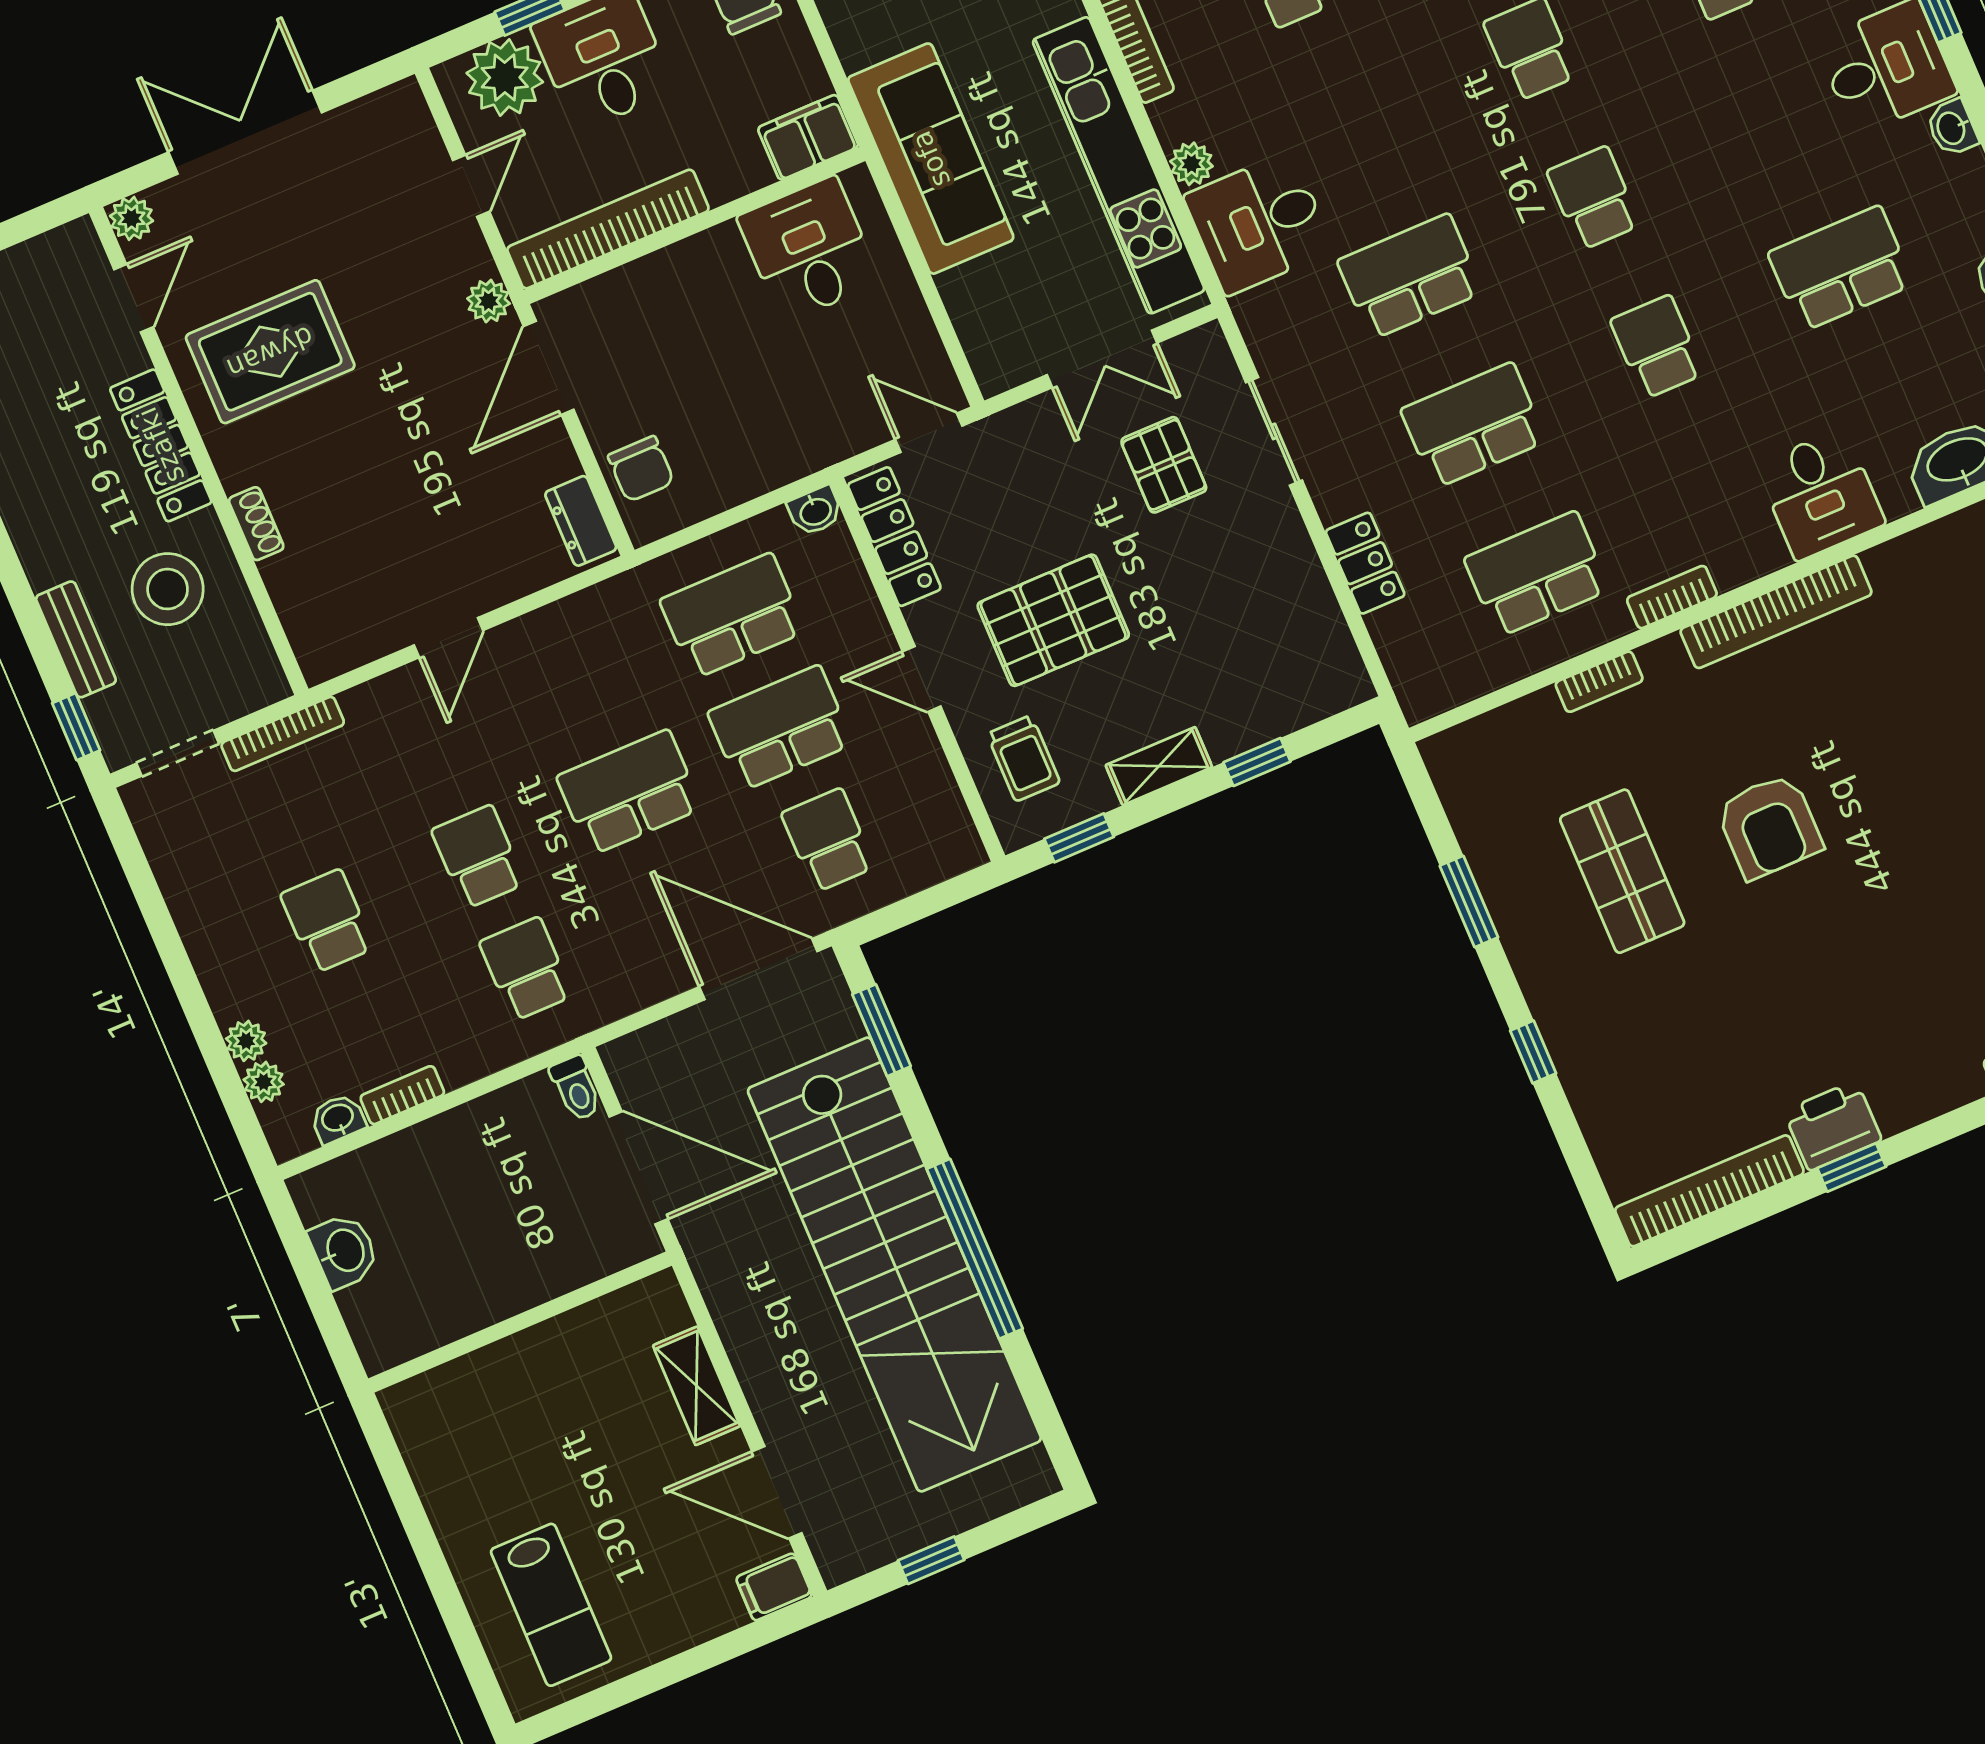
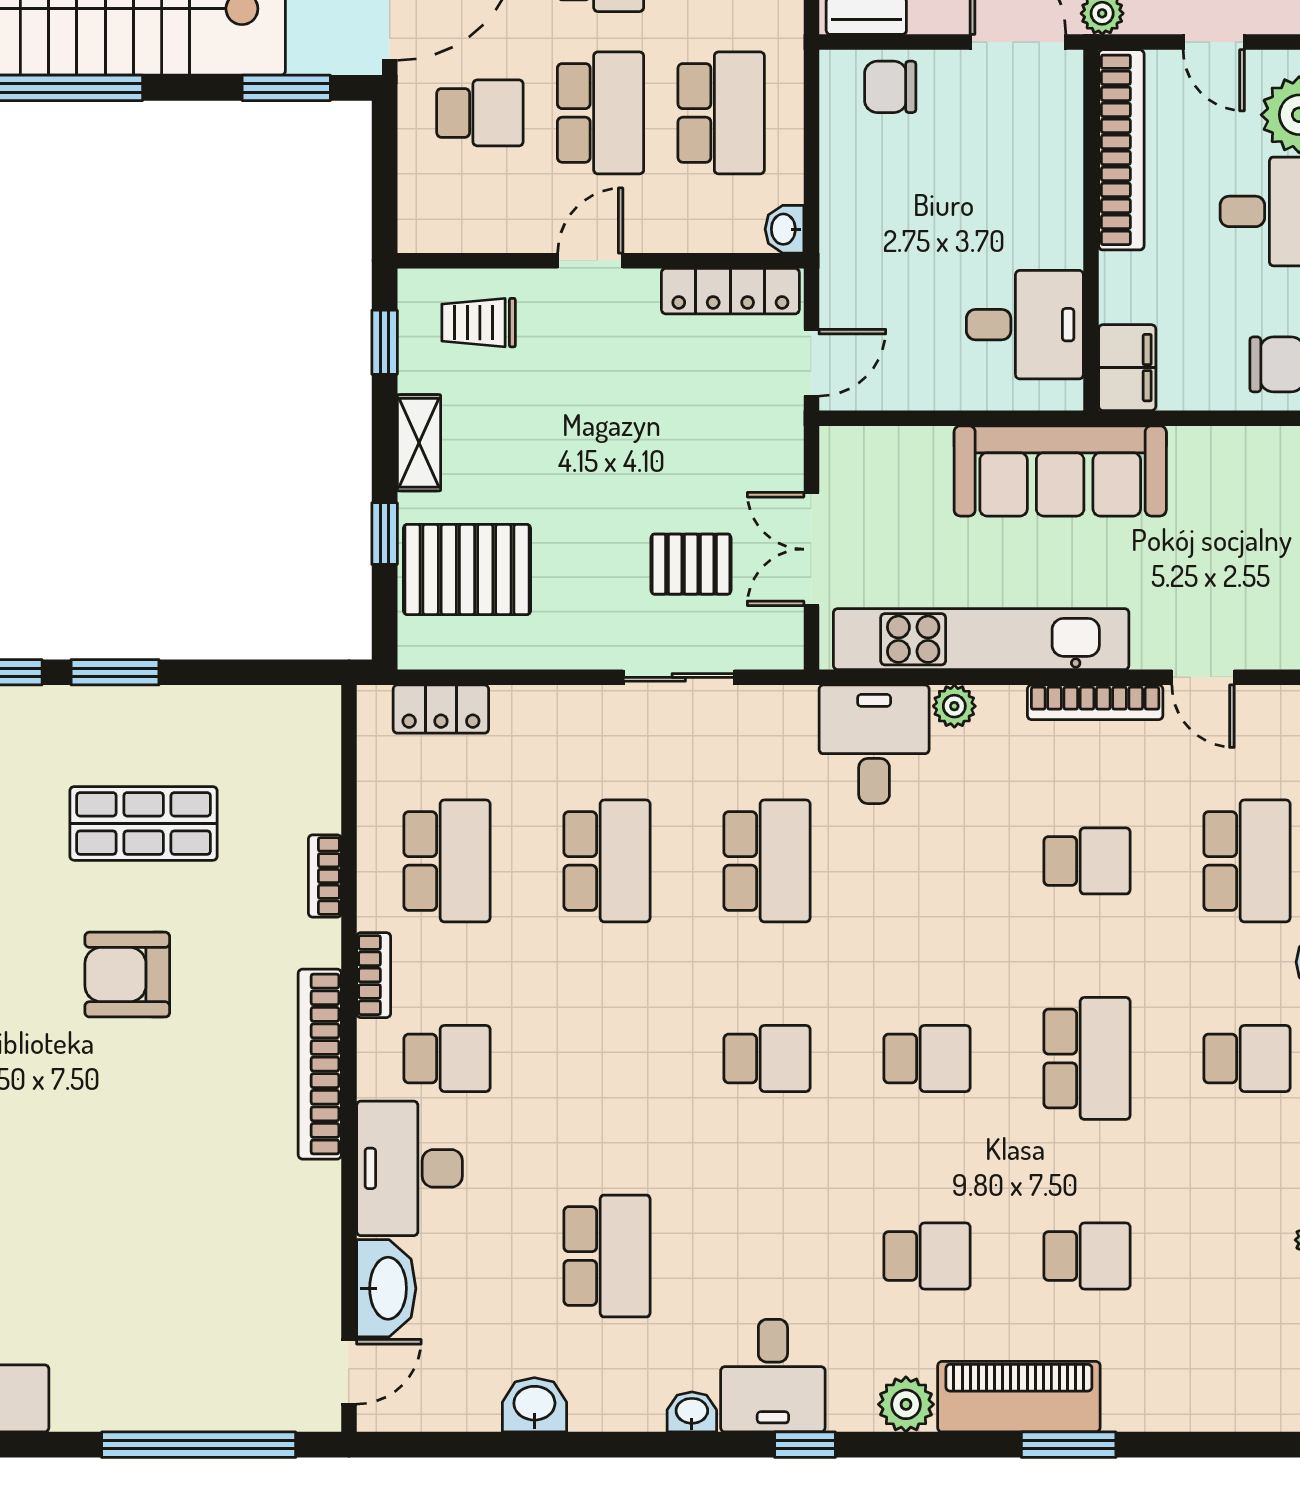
school desk: (1657, 347) -> (447, 1058), moved
desk: (1820, 494) -> (409, 1168), width x1.37
locker: (1365, 563) -> (441, 709), moved
pallet: (1053, 620) -> (467, 570), moved, turned 90
window: (1469, 901) -> (115, 672), moved

